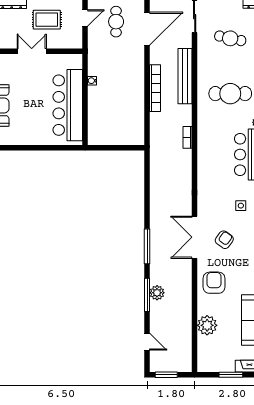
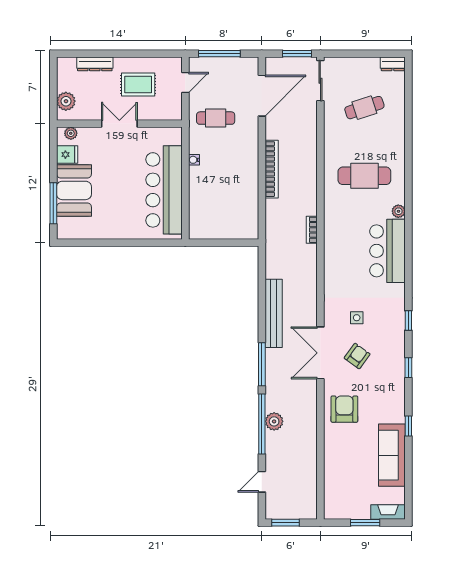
cafe table: (116, 22) -> (216, 118), moved, turned 90
cafe table: (230, 38) -> (364, 108), turned -30
bench: (185, 76) -> (274, 313), moved
side table: (241, 206) -> (357, 318), moved
window: (147, 295) -> (262, 424), width x1.46
plant: (207, 325) -> (336, 462), removed
door: (147, 342) -> (262, 482), swing flipped

